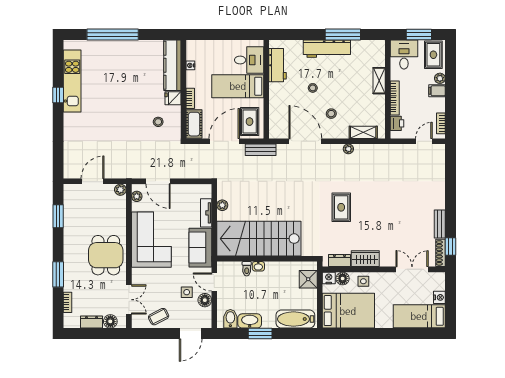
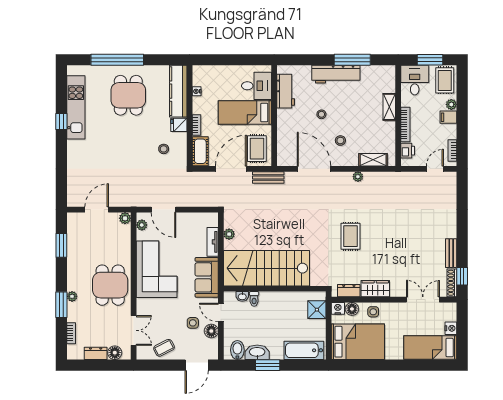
dining table: (124, 69) -> (128, 95), added
plant: (68, 266) -> (72, 296), added
washbasin: (258, 266) -> (242, 296), moved

